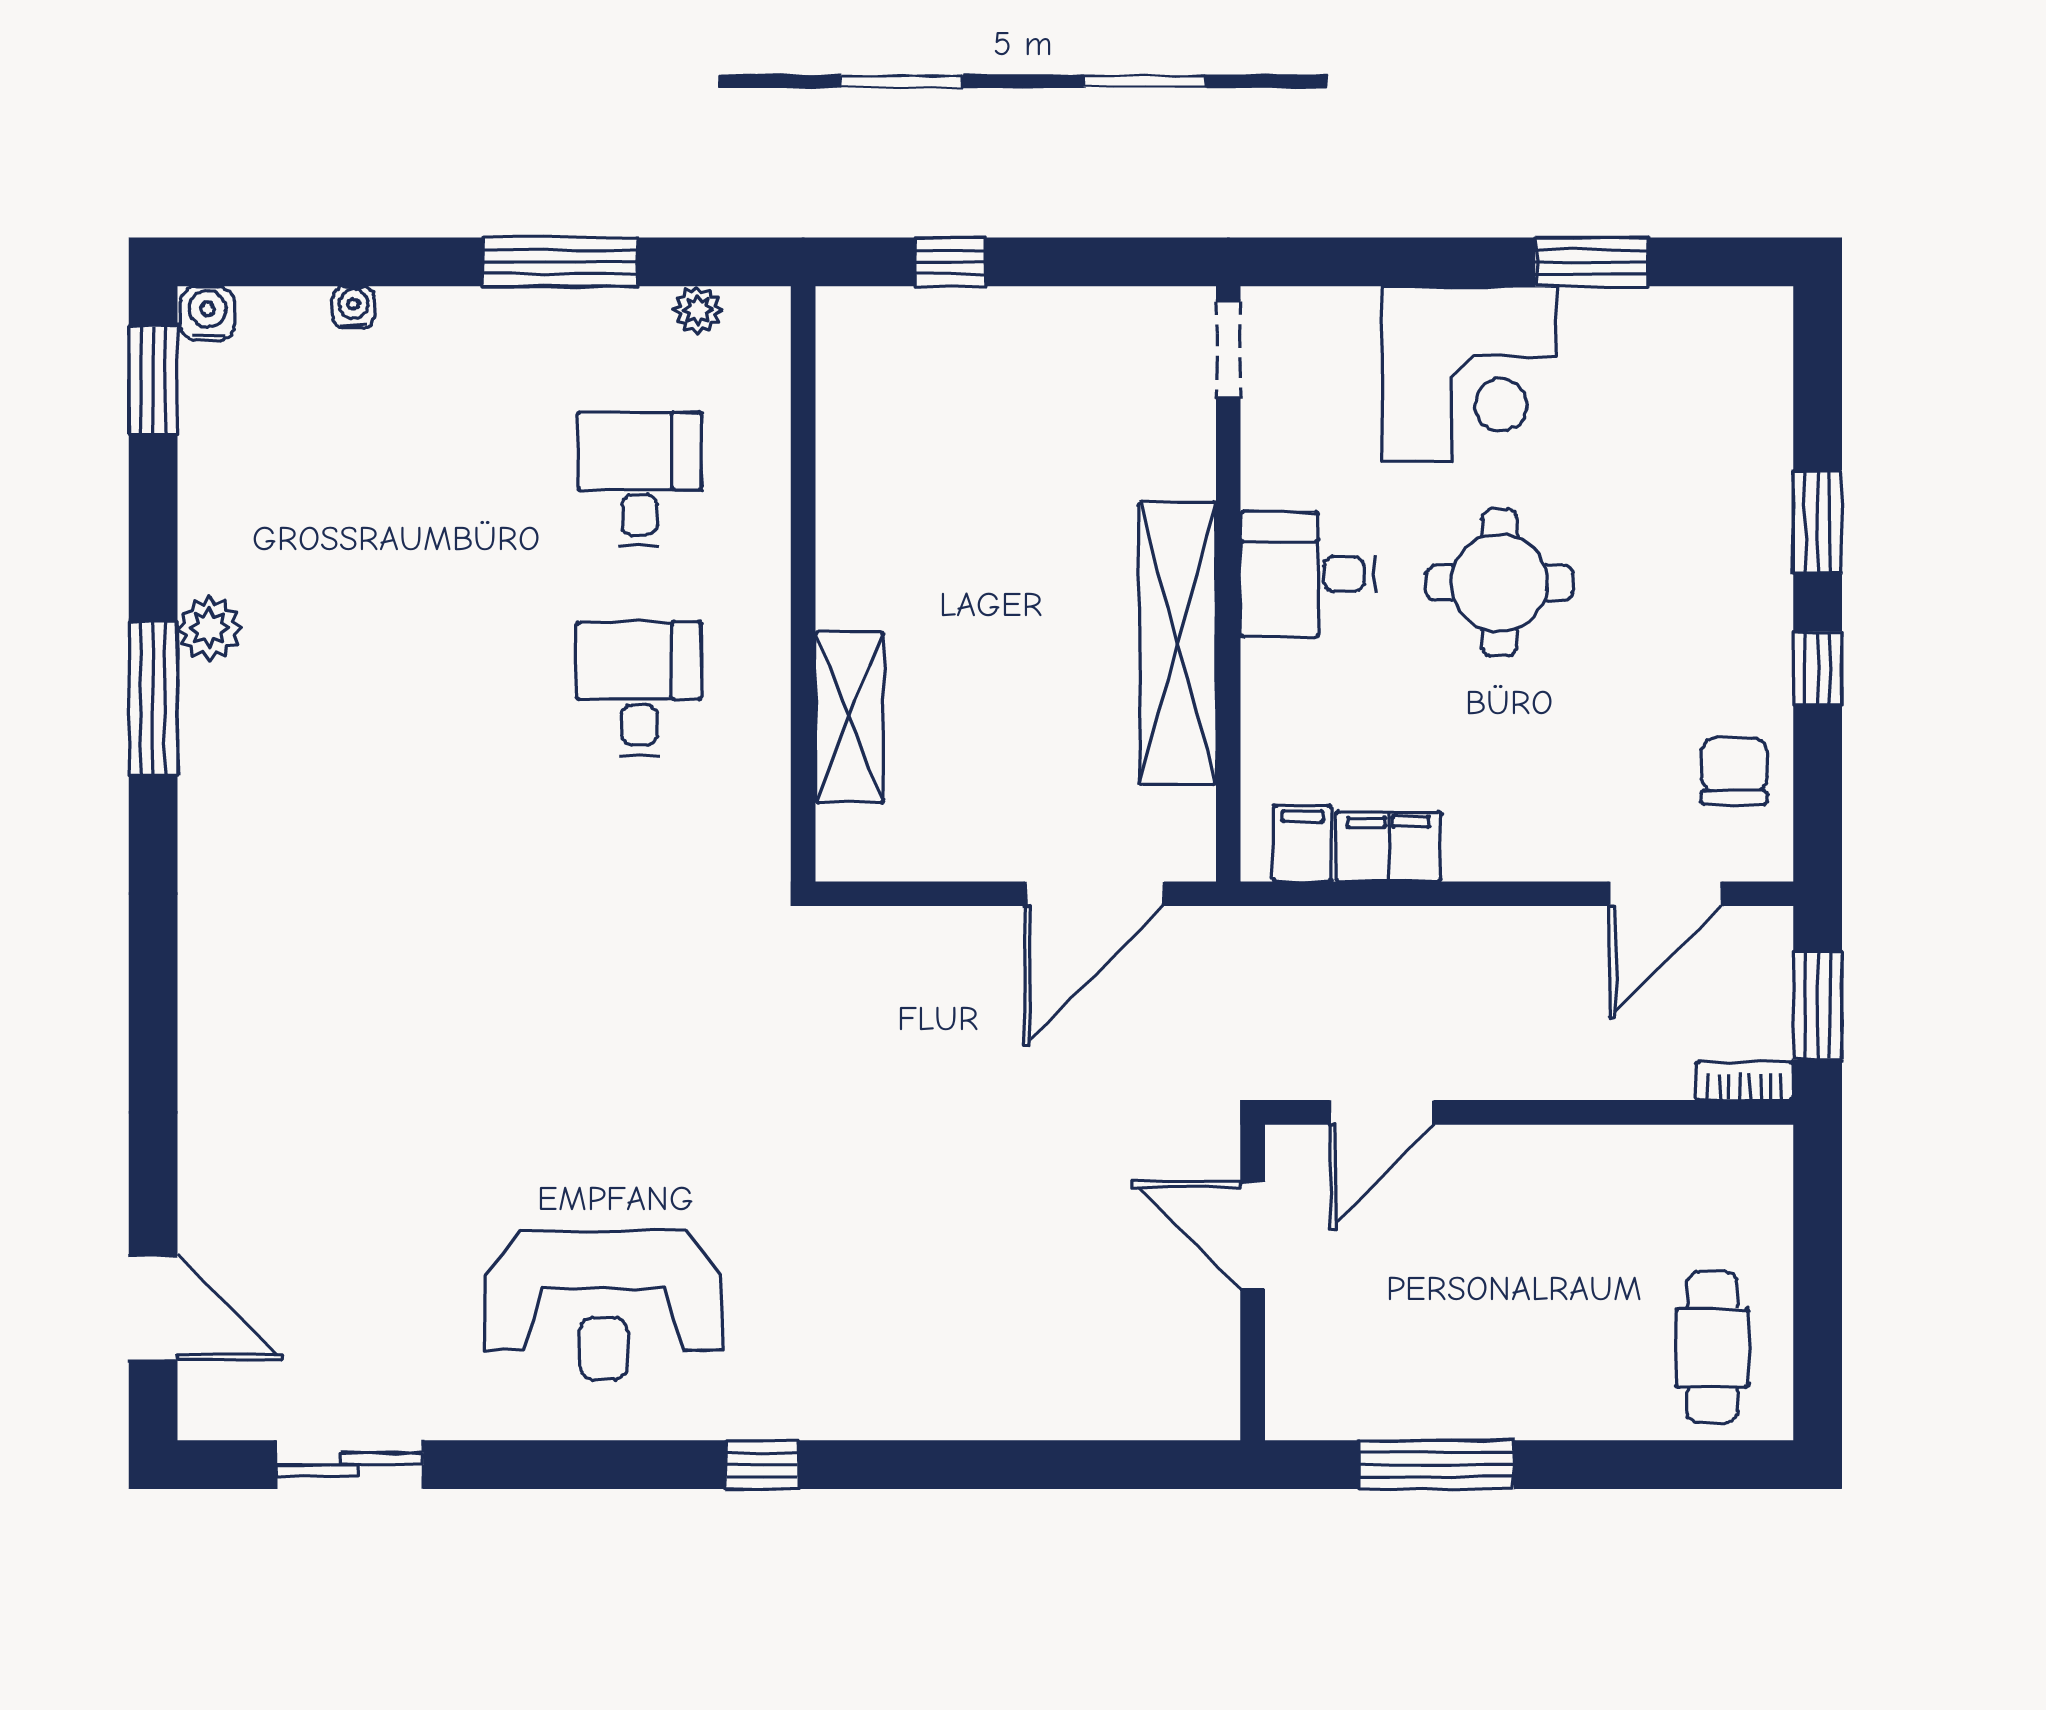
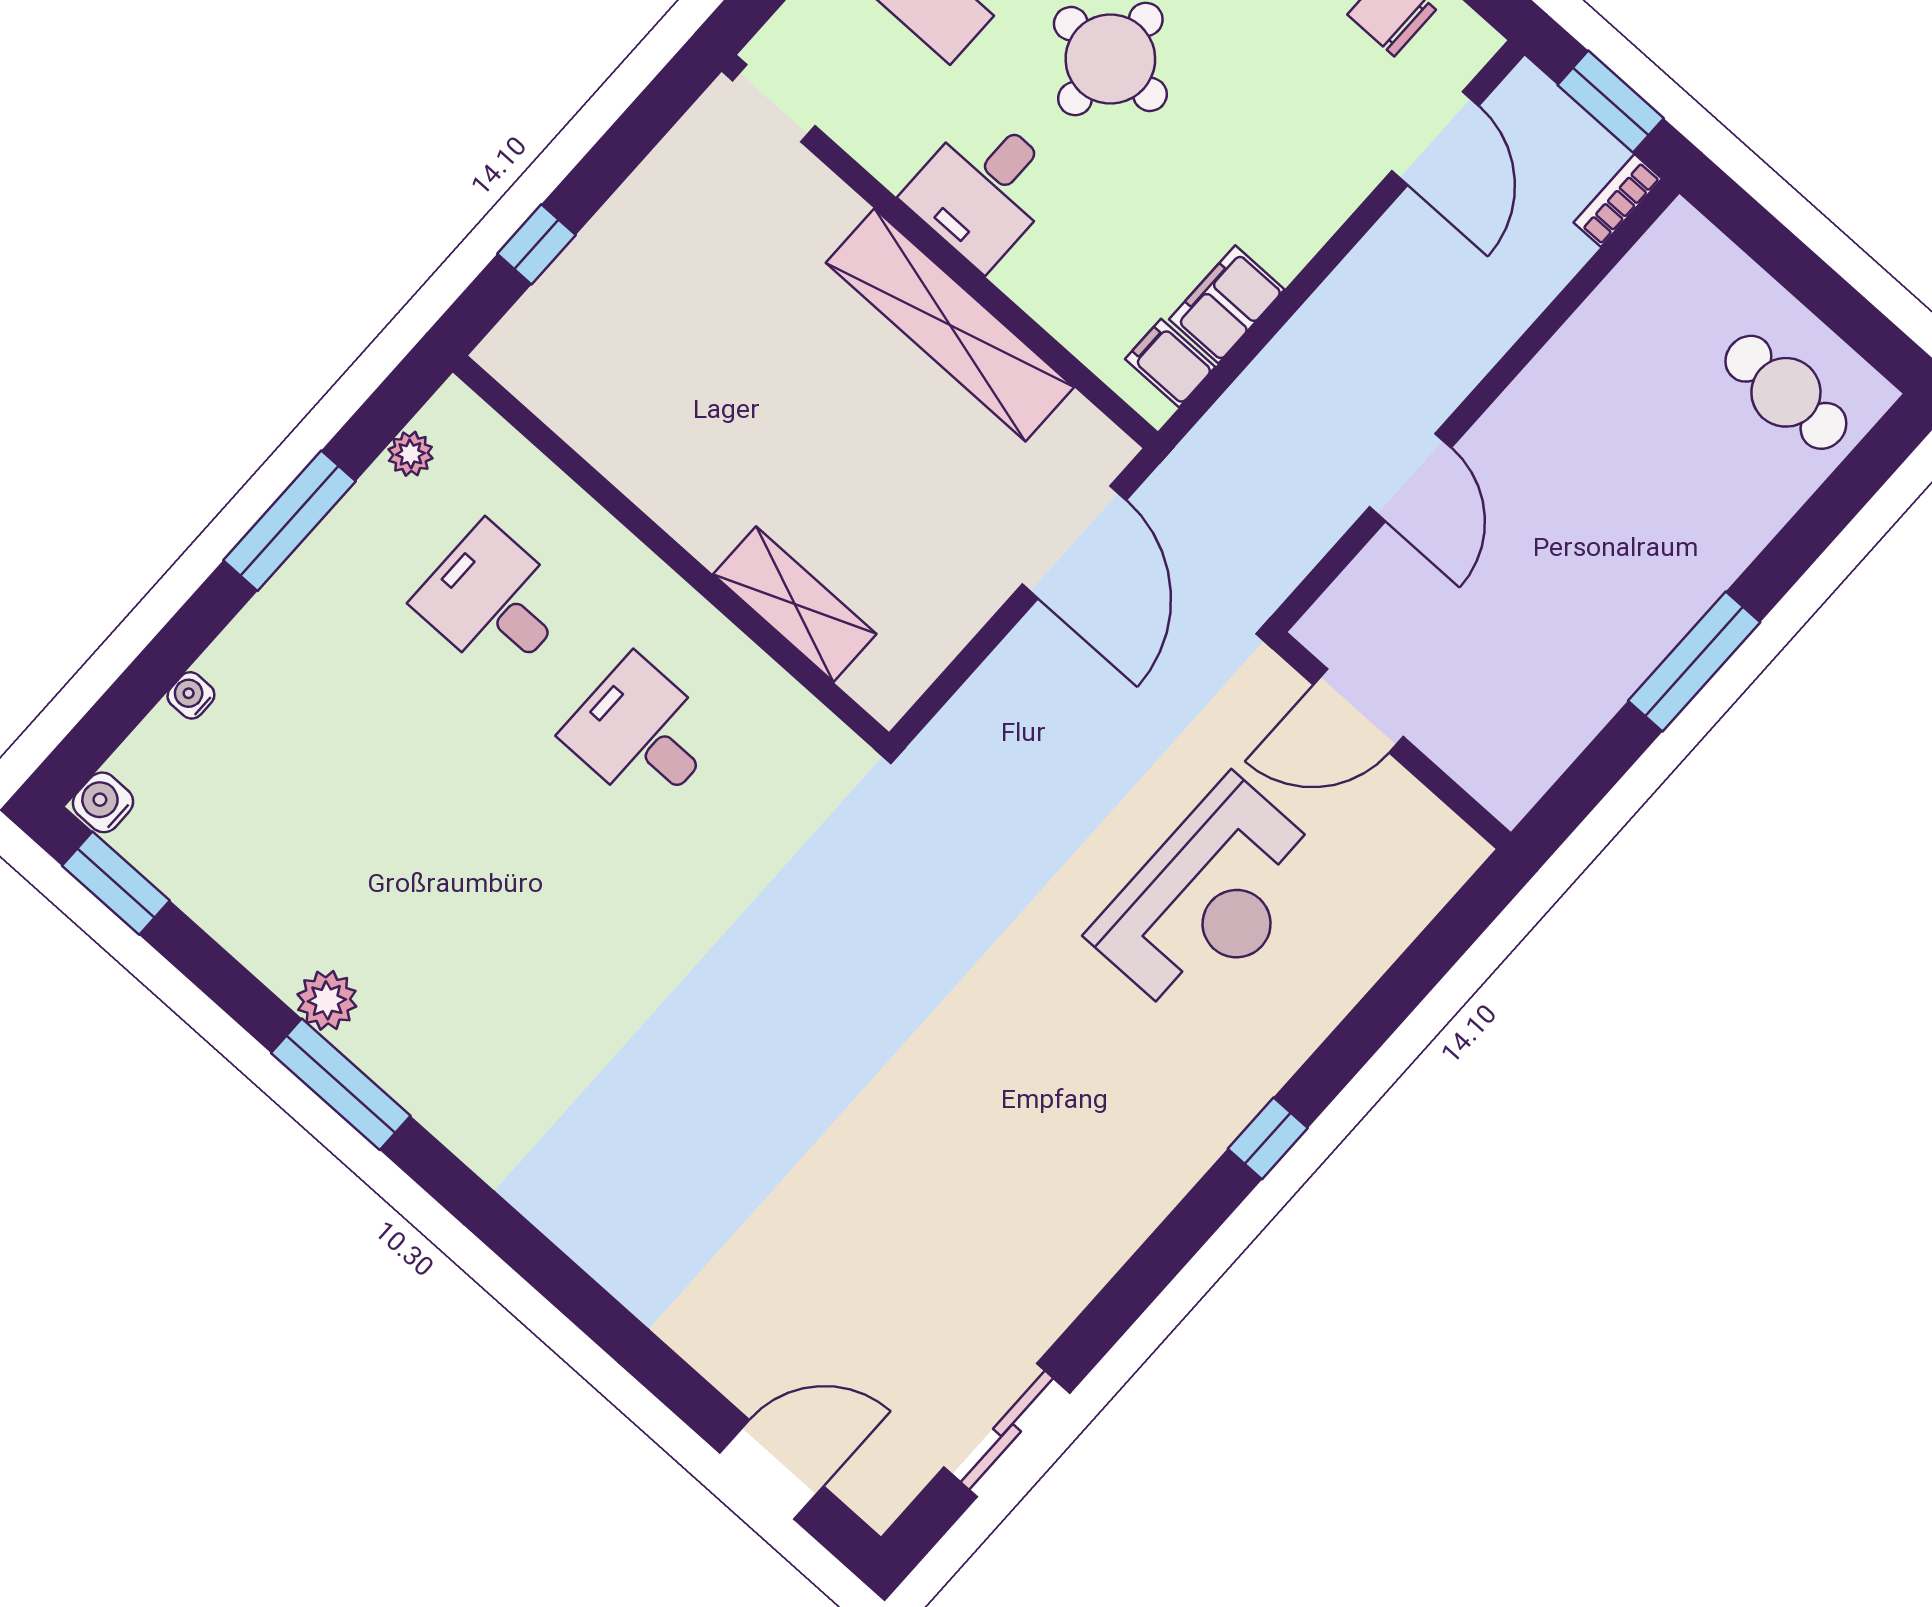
door: (1253, 1235) -> (1358, 711), moved
wall: (1253, 1282) -> (1392, 741), moved
reception desk: (604, 1305) -> (1209, 899), moved

